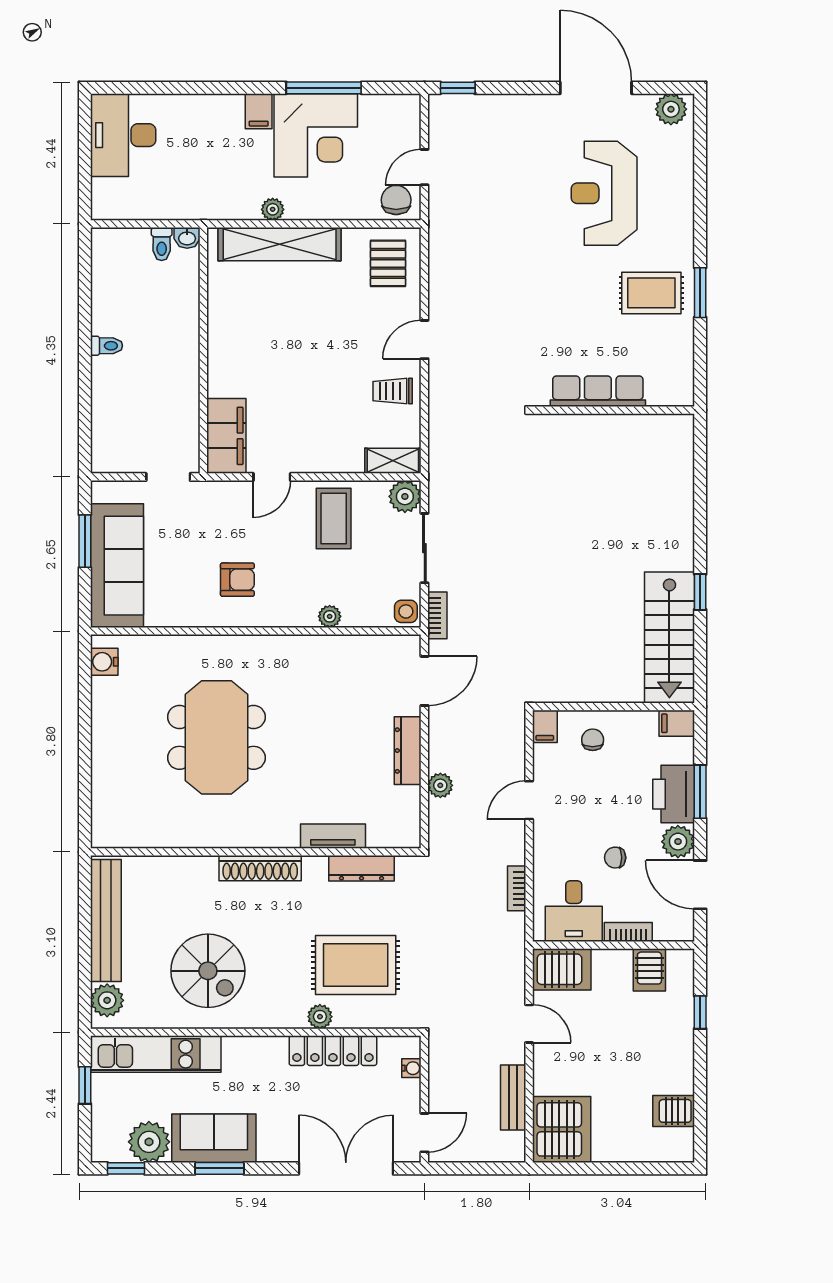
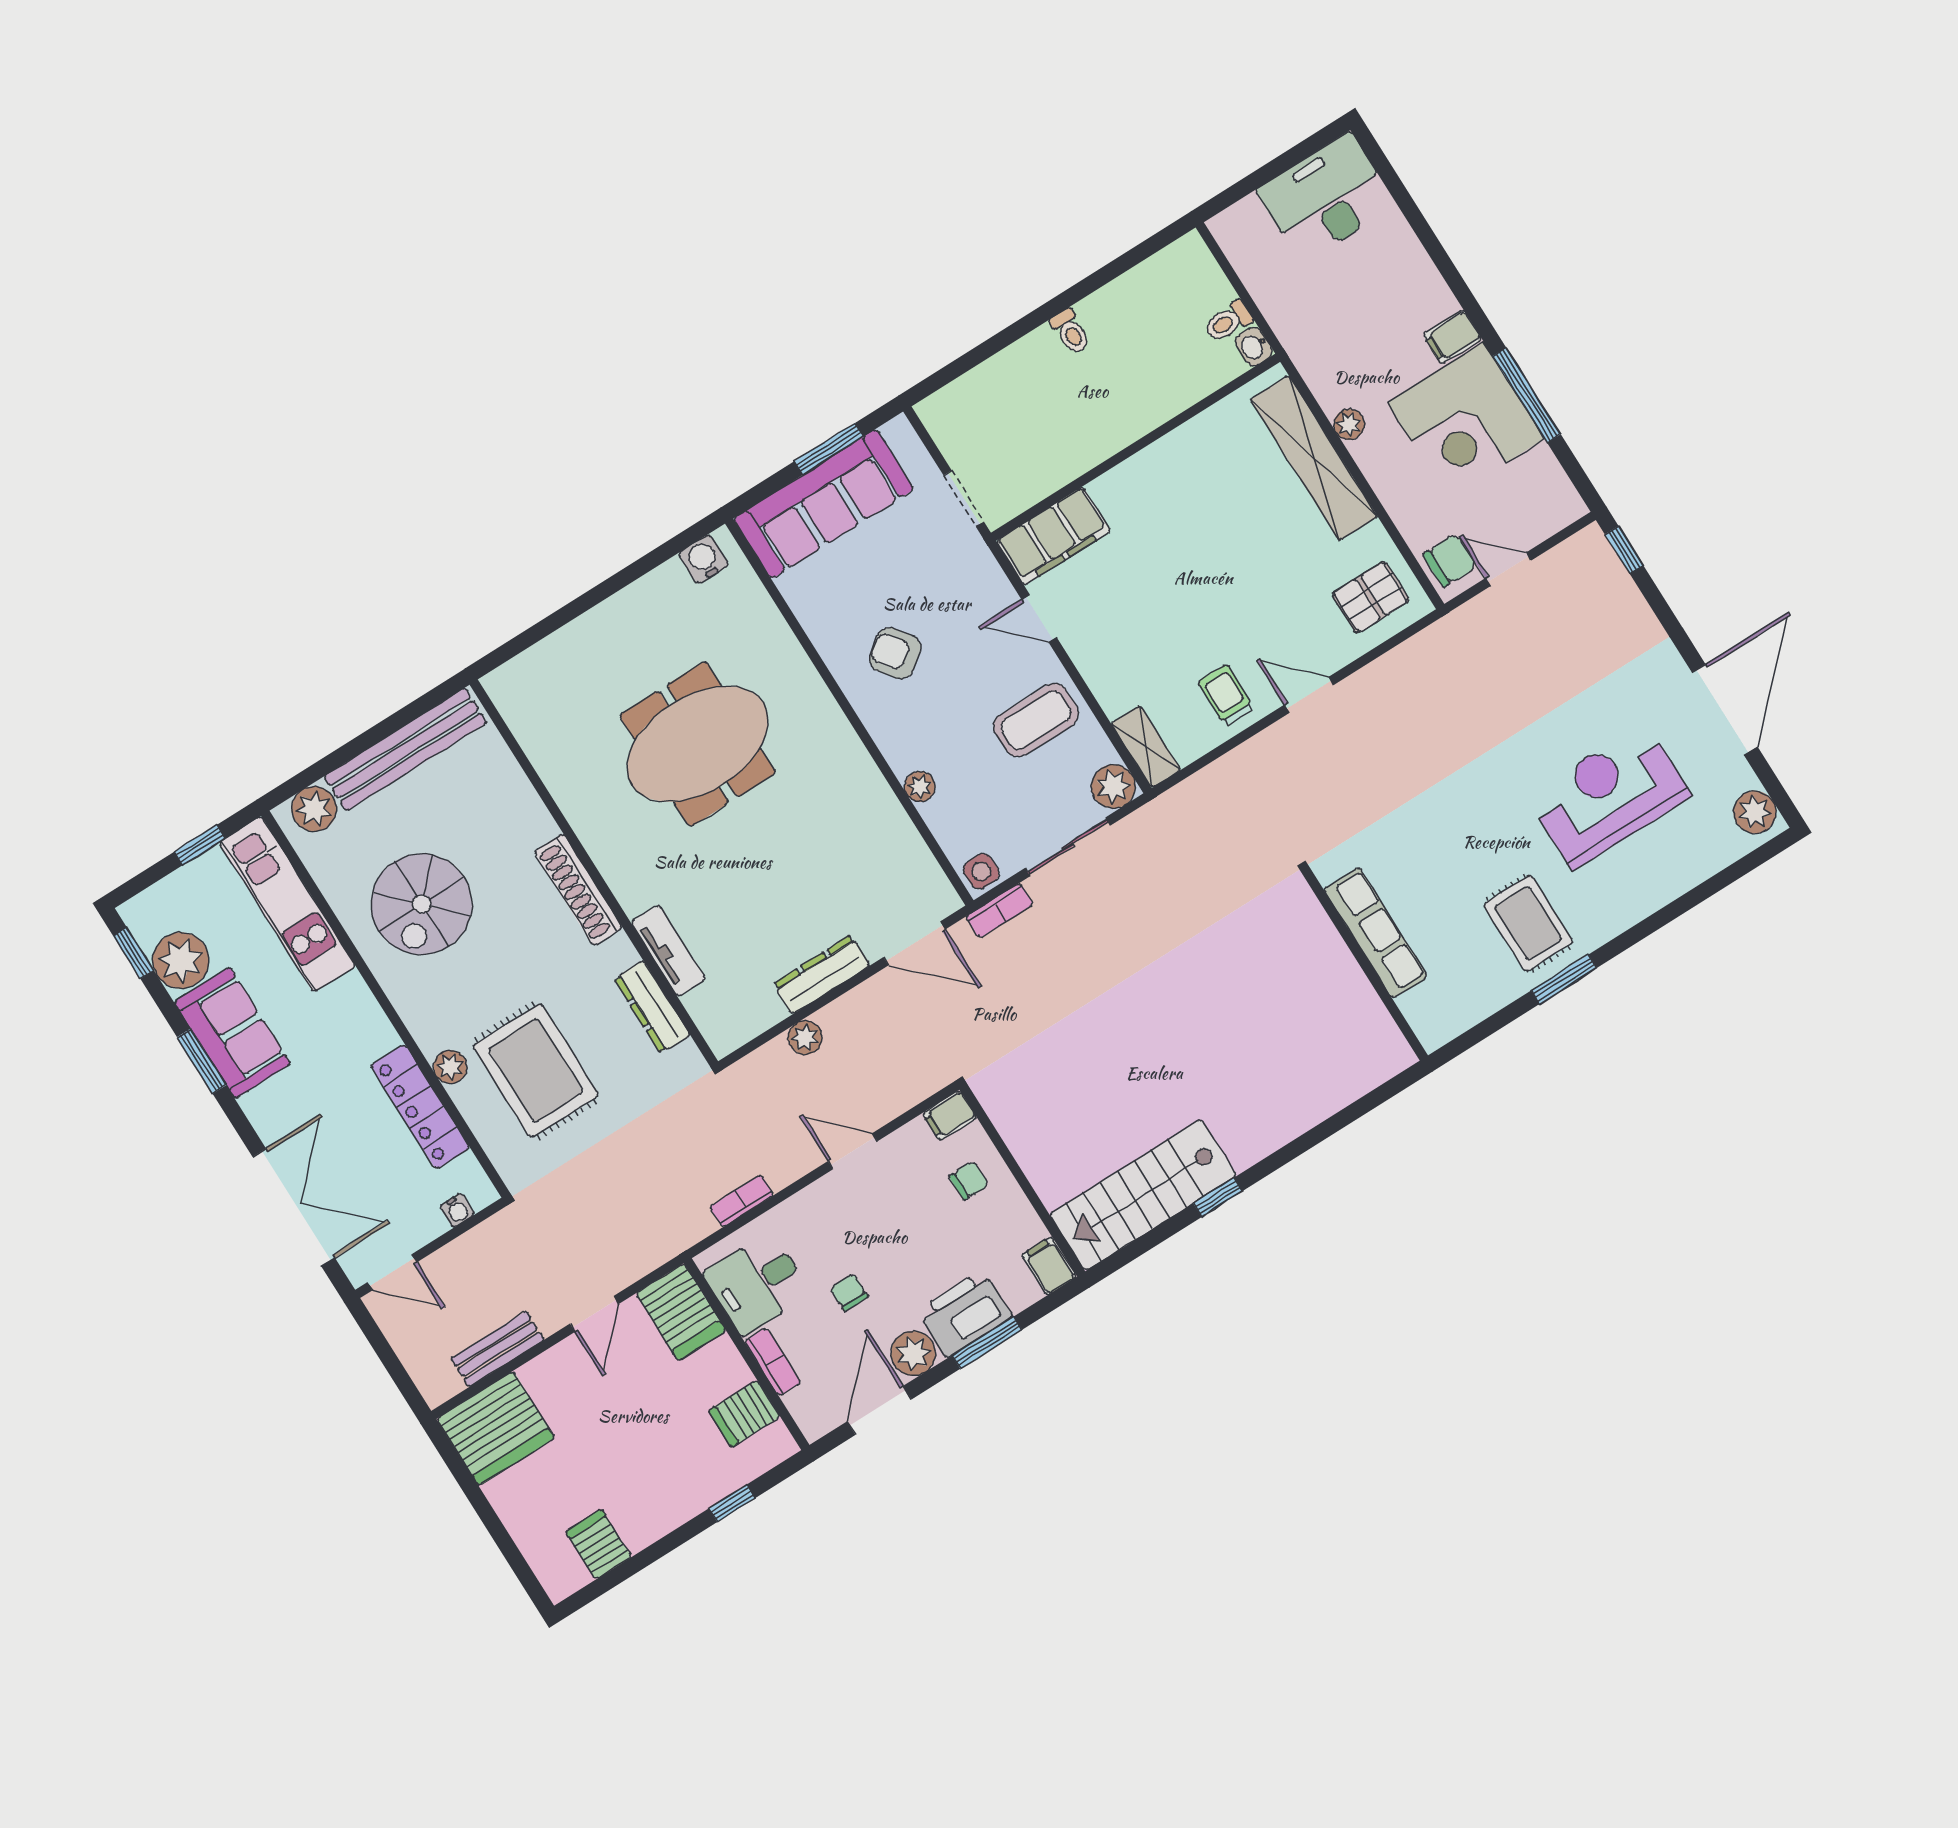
armchair: (237, 580) -> (895, 653), turned 143

